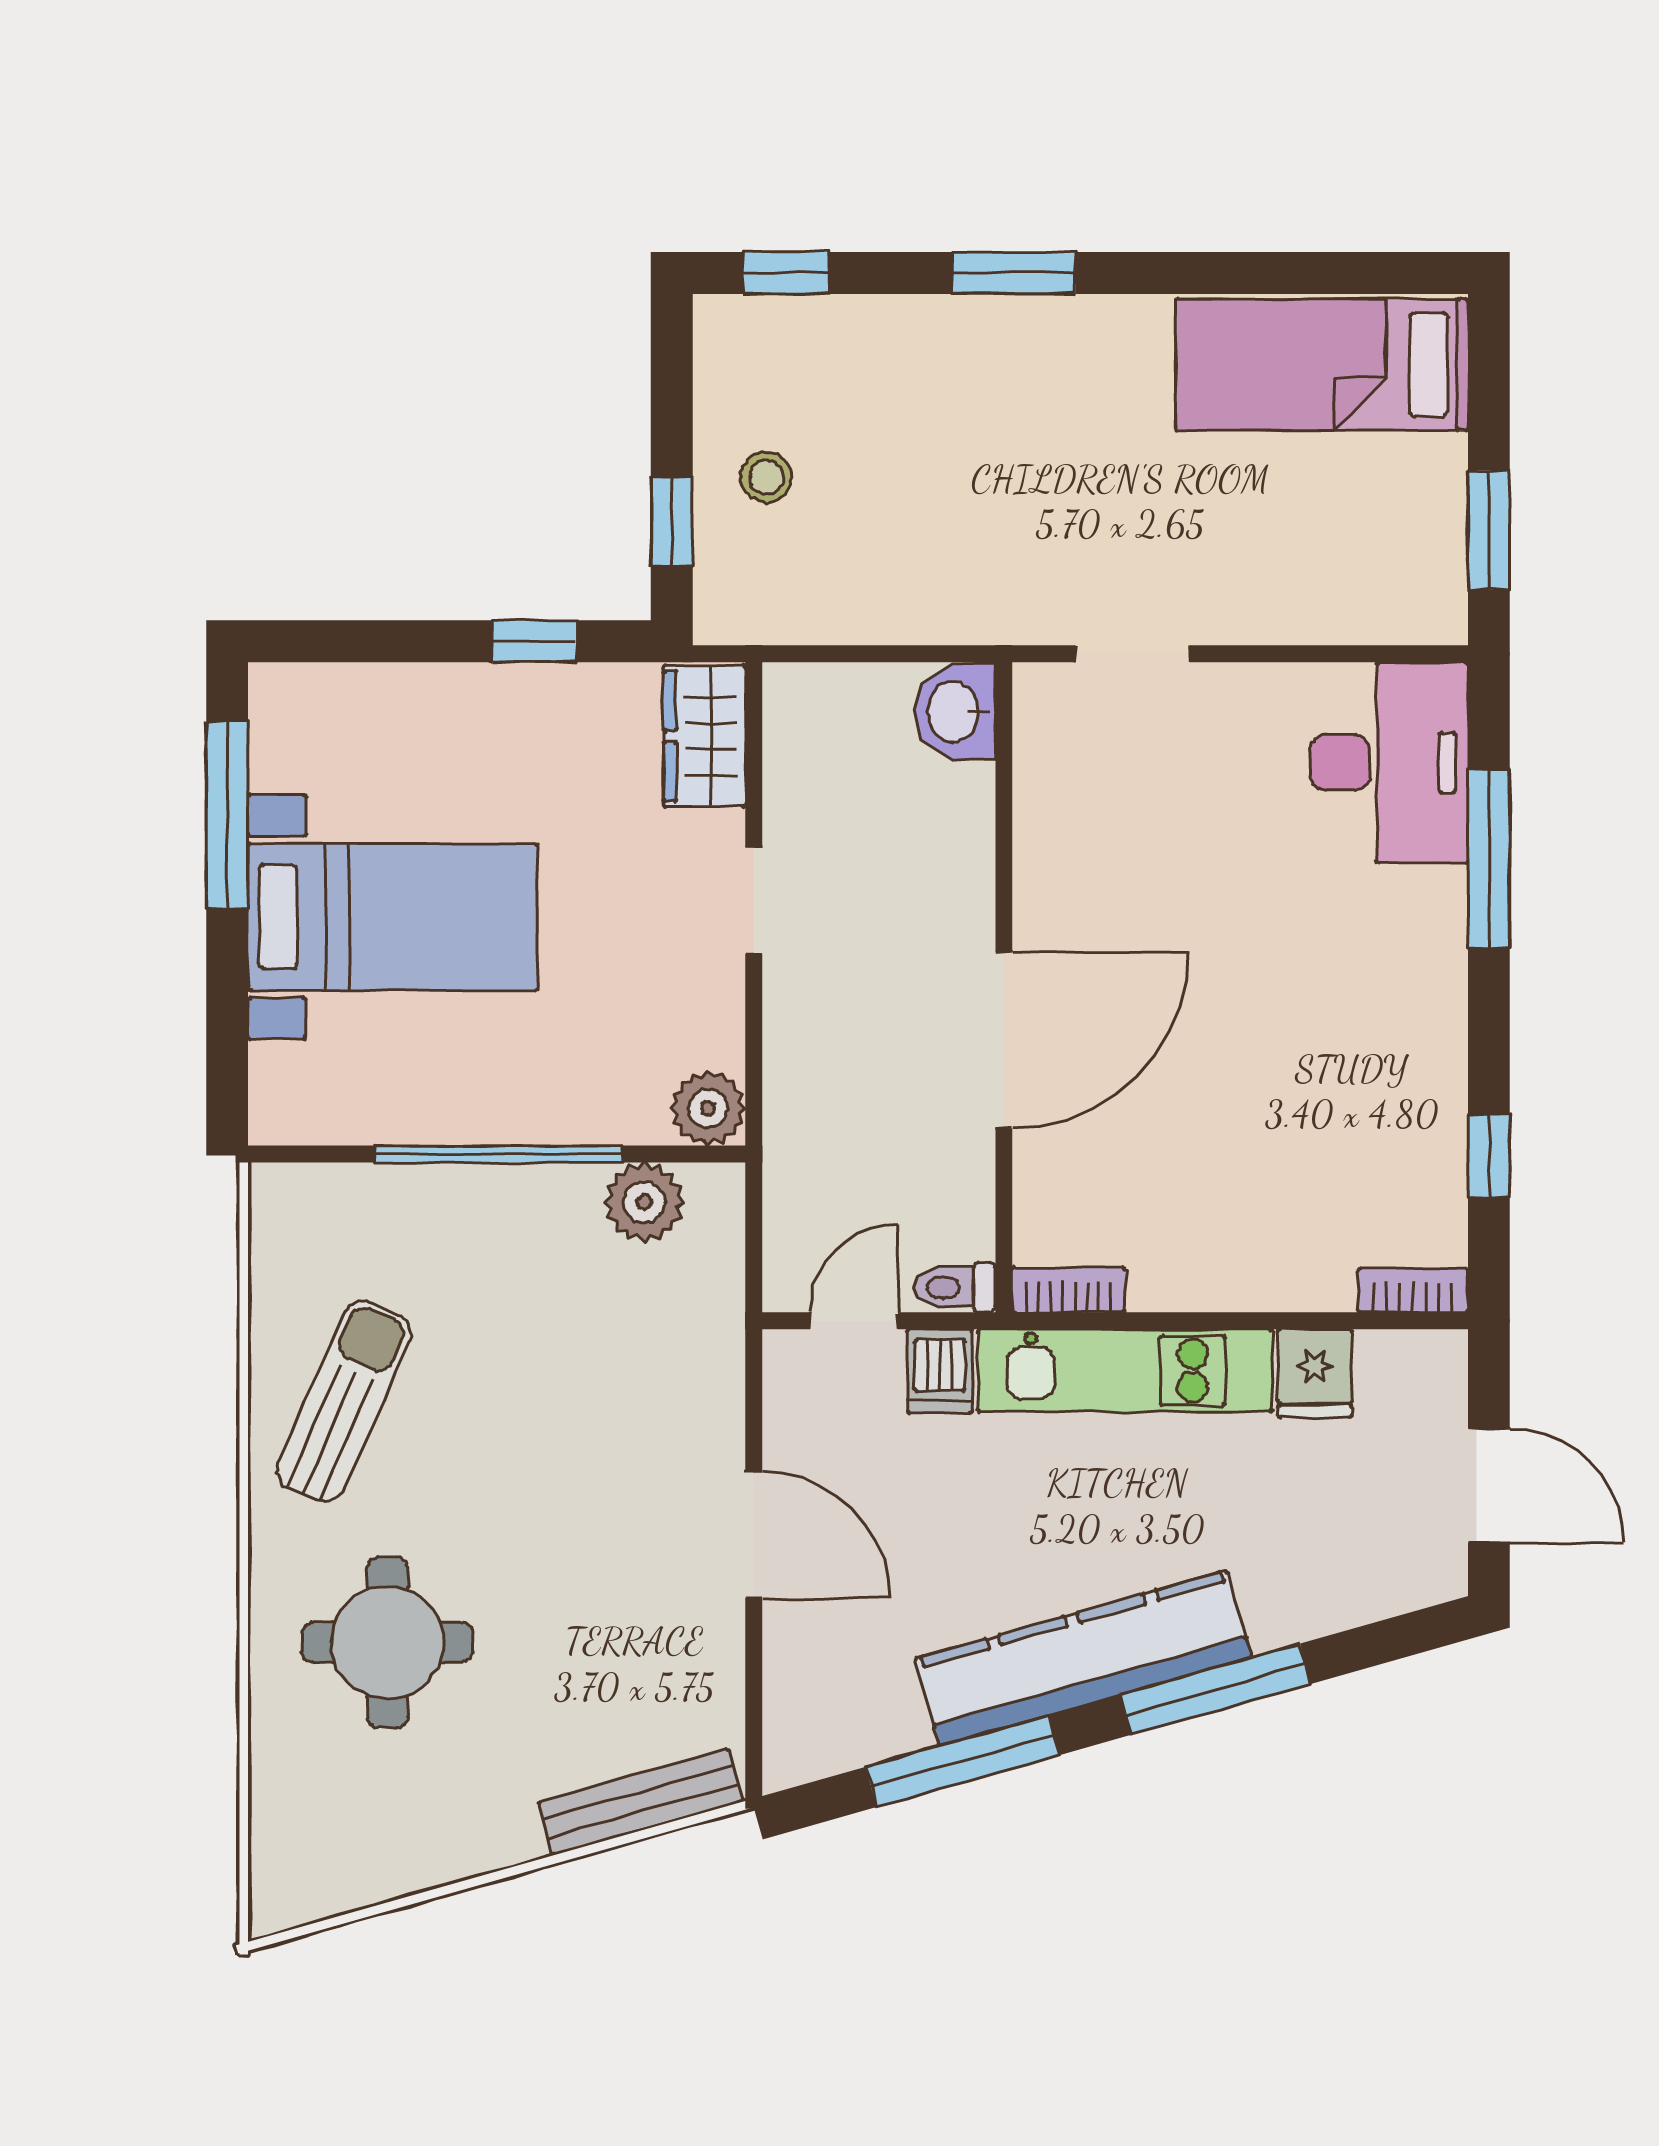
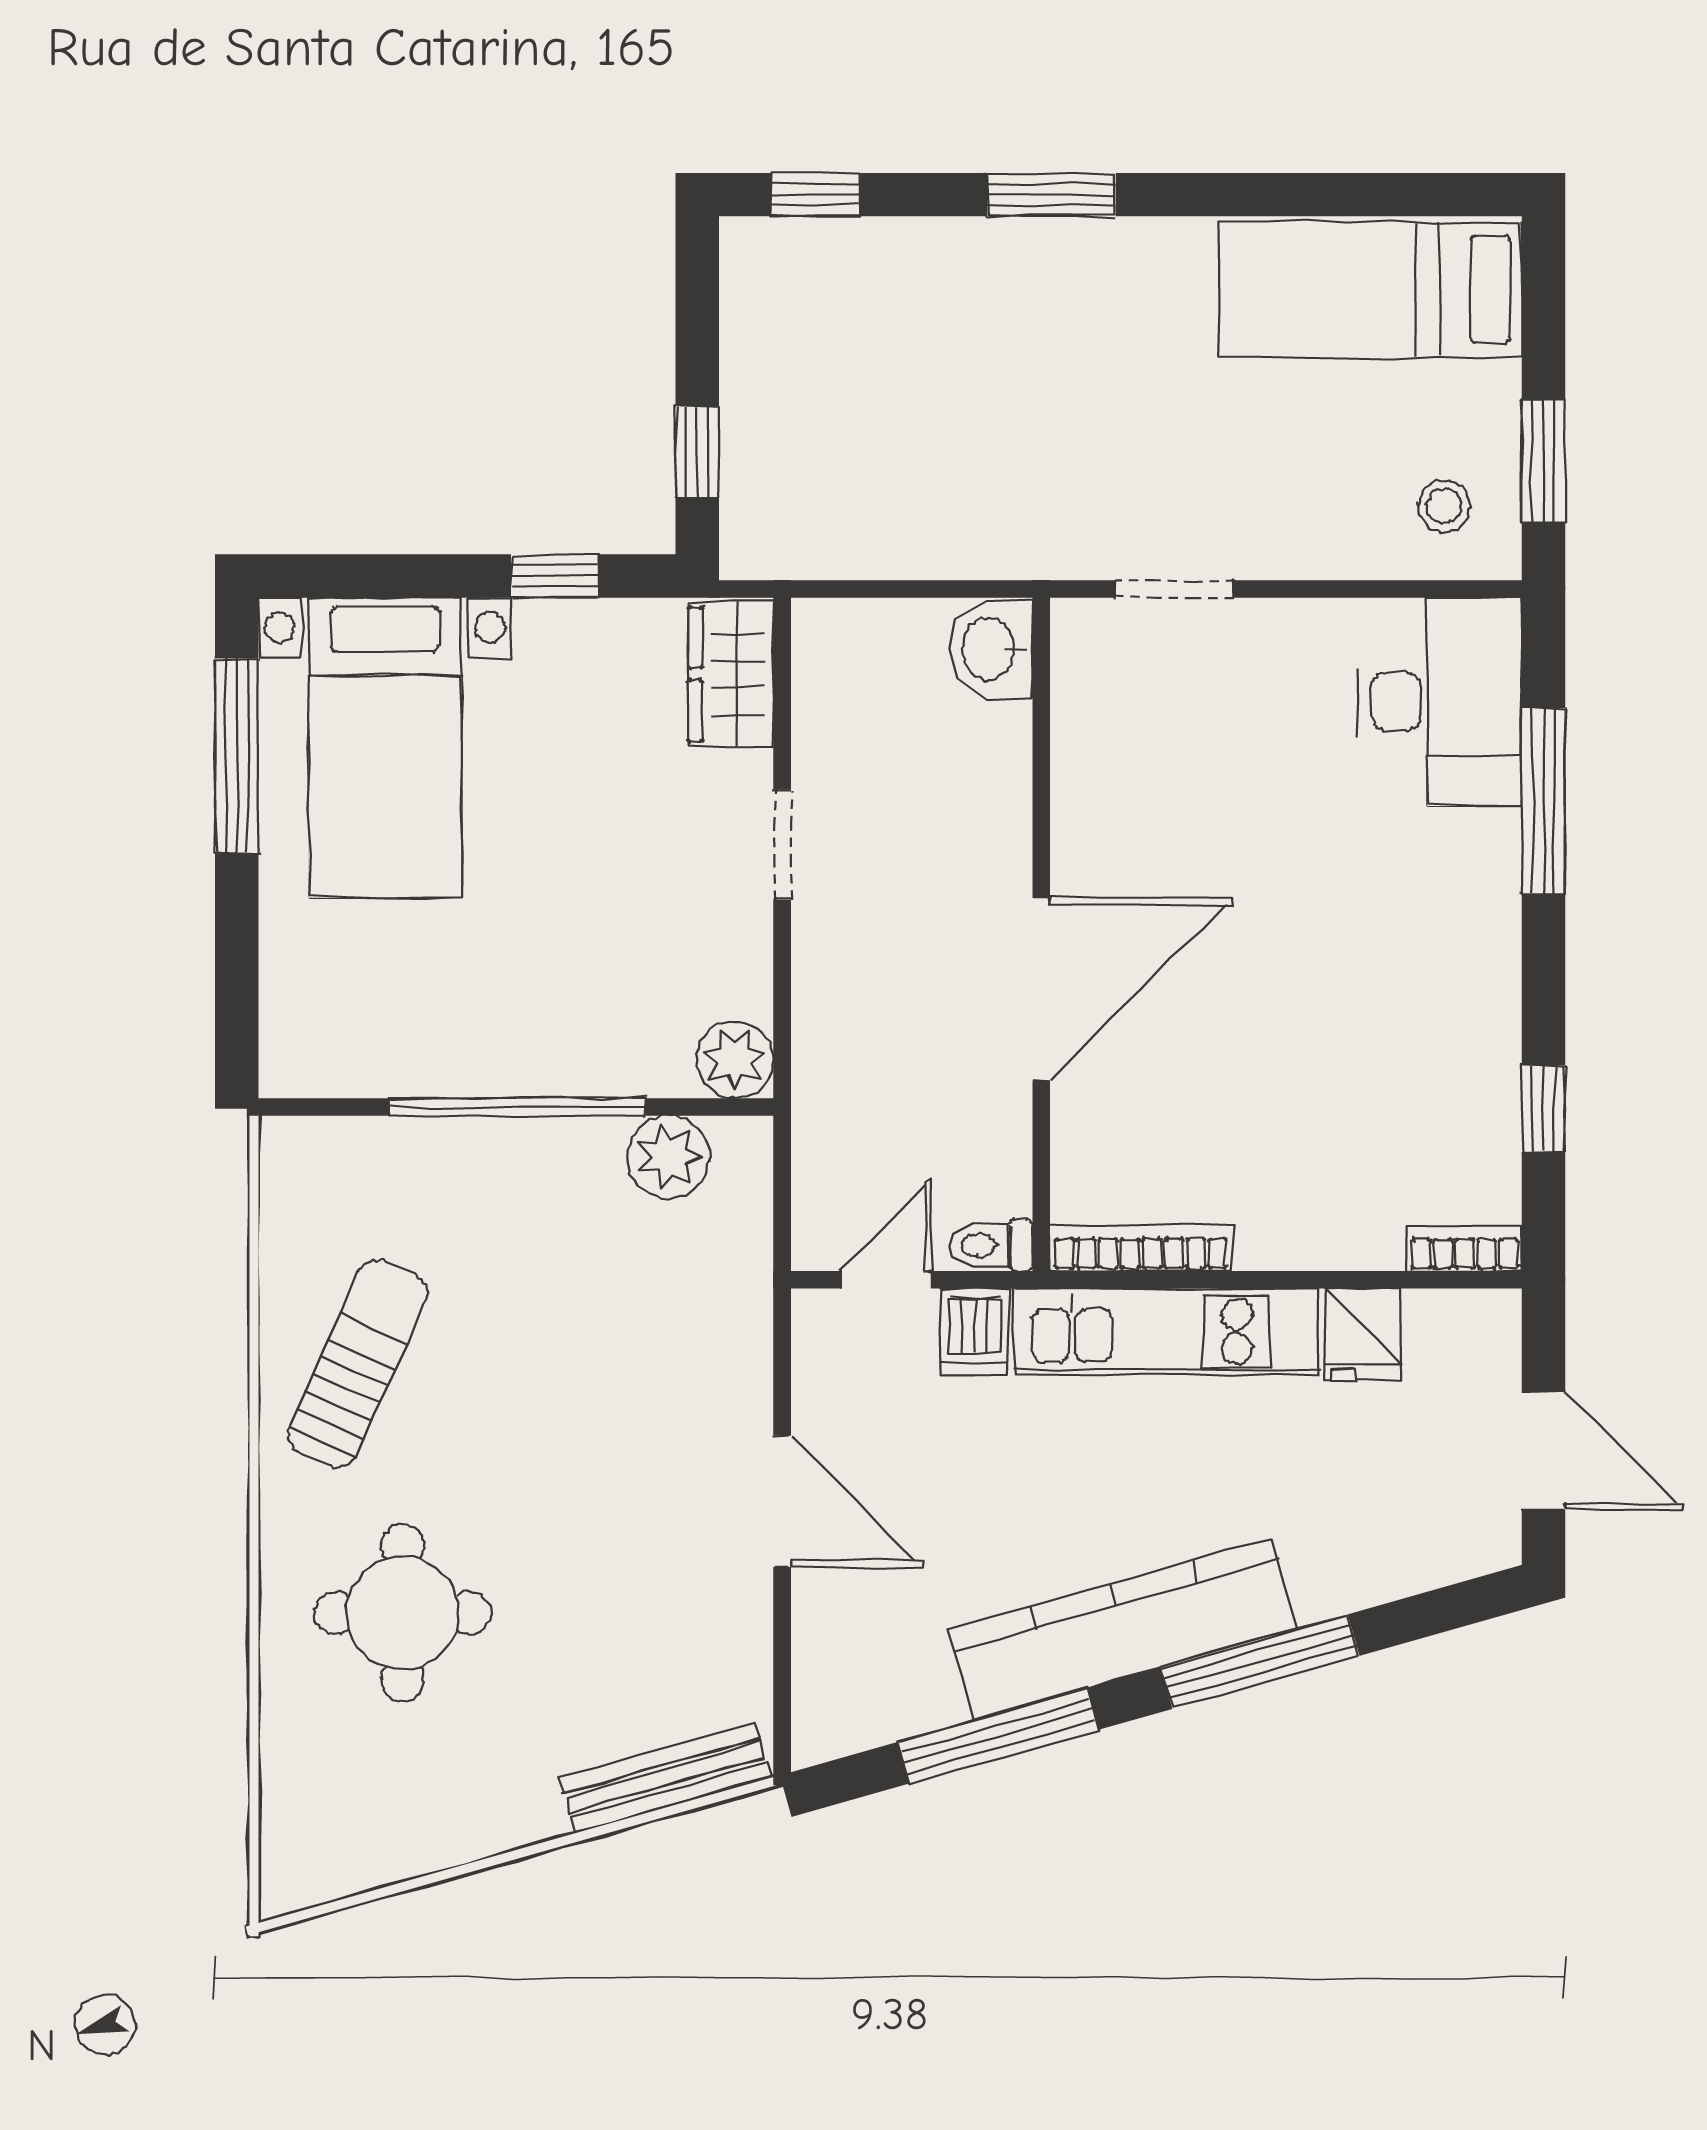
stool: (766, 477) -> (1444, 506), moved
bed with nightstands: (393, 917) -> (385, 748), moved, turned 90
bookcase: (1069, 1290) -> (1141, 1248), width x1.56

